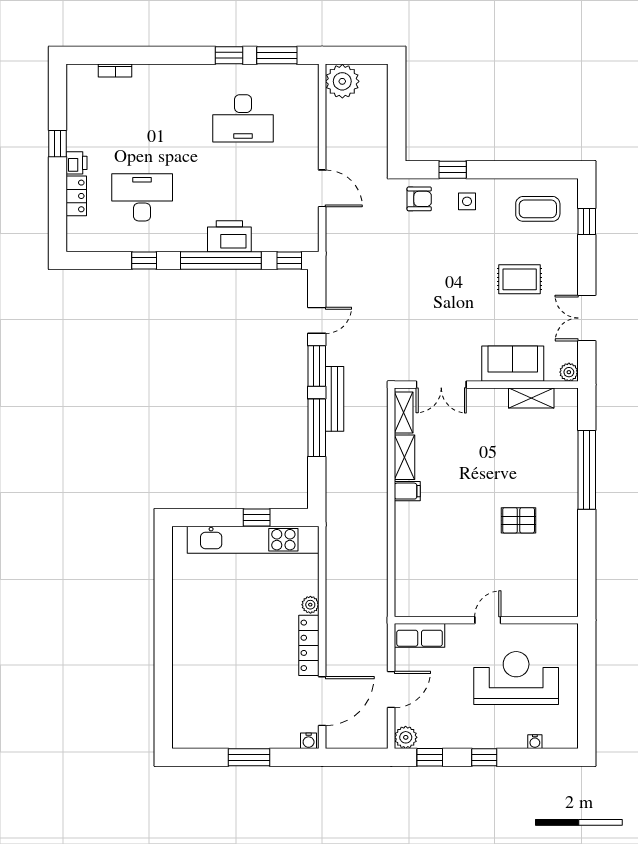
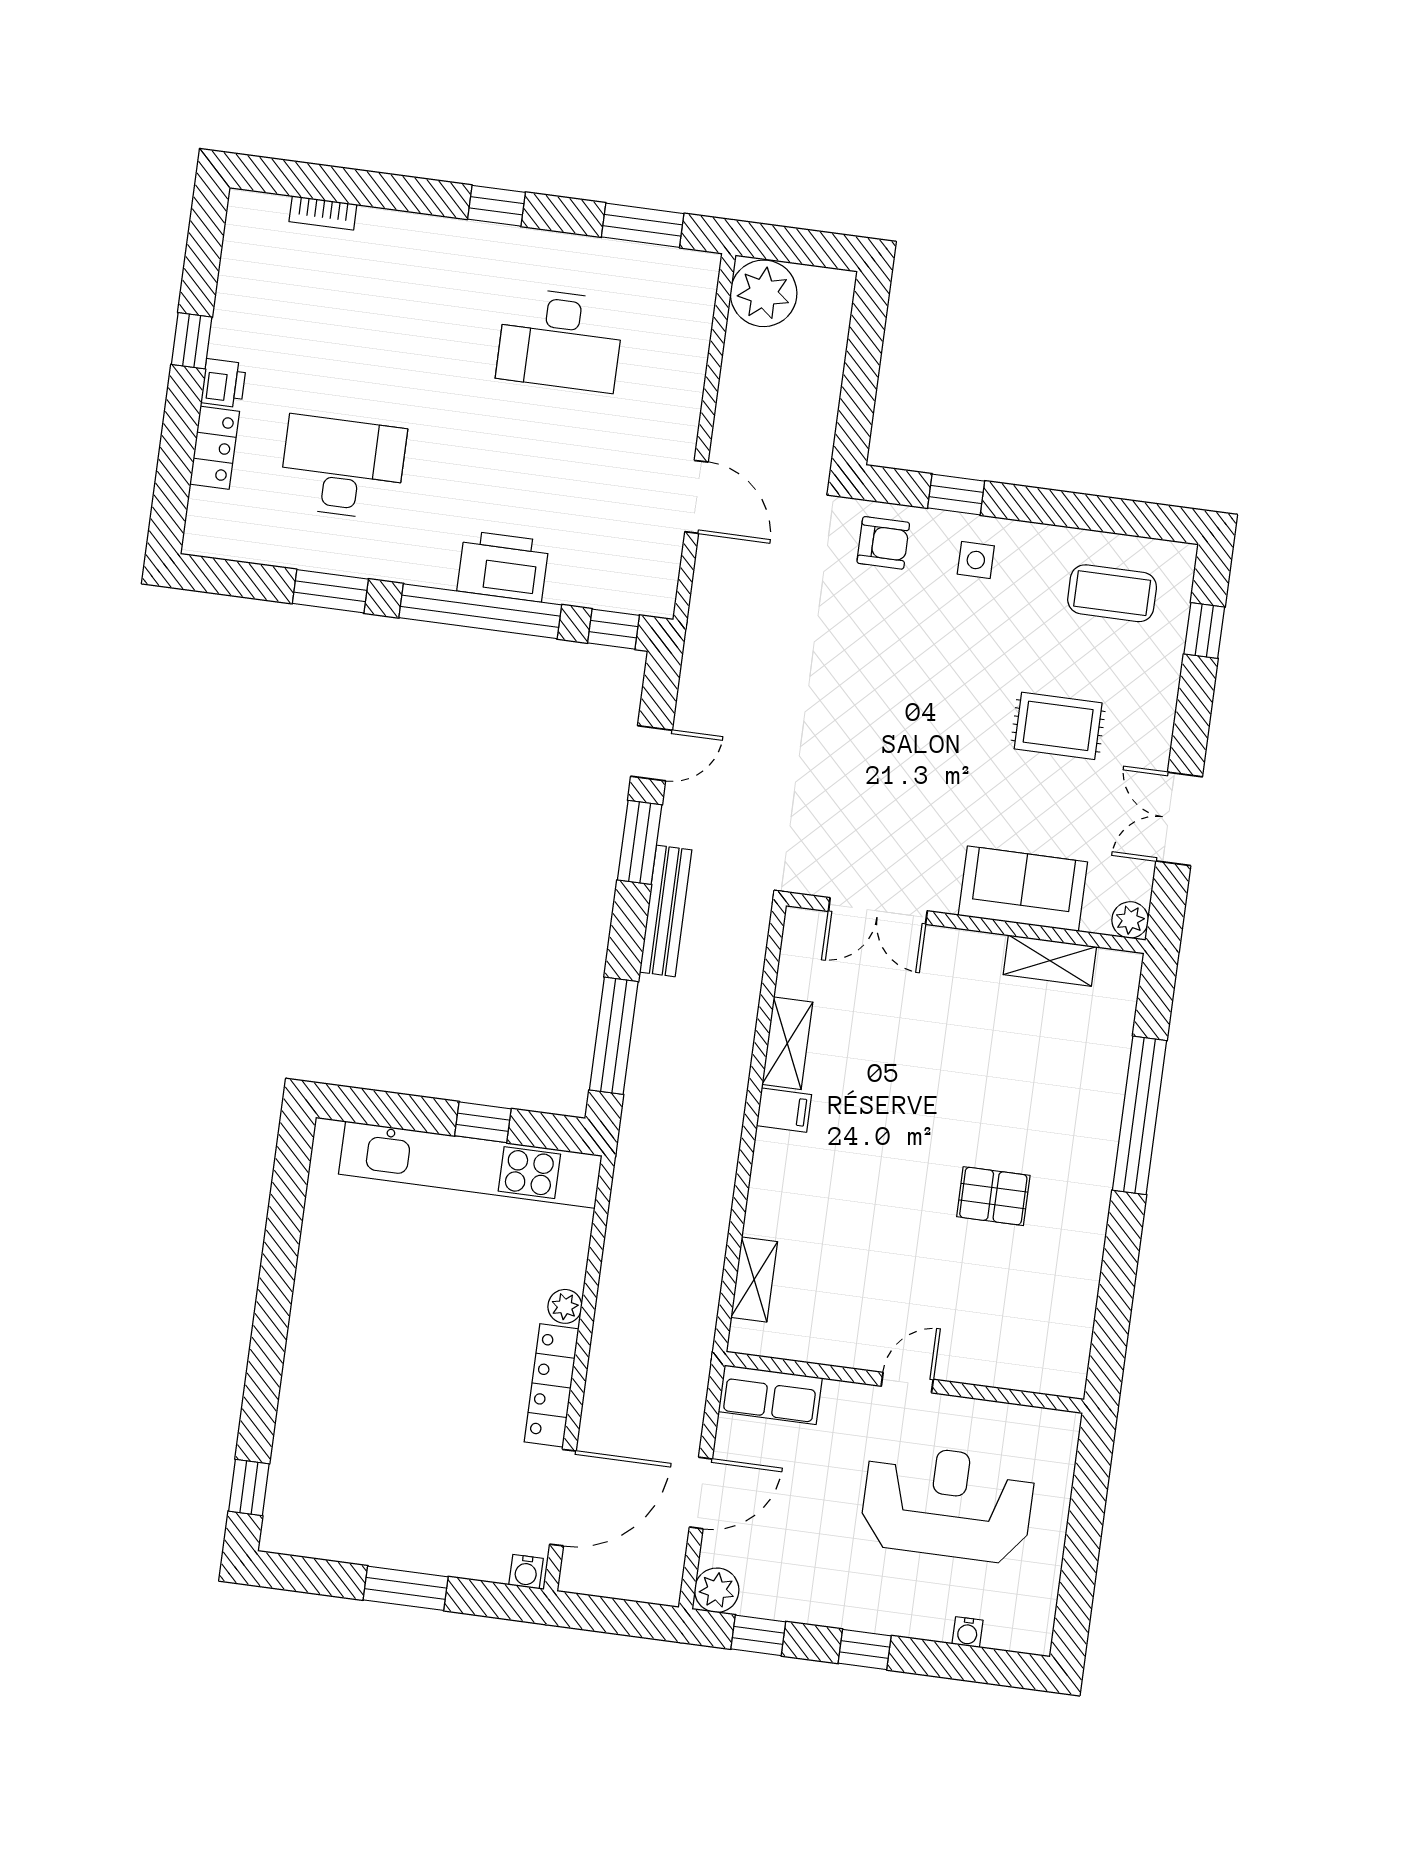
window: (229, 55) -> (496, 206), moved
window: (144, 260) -> (330, 591), width x1.50
shelving: (404, 413) -> (754, 1280), moved
window: (317, 428) -> (614, 1036), moved
window: (163, 717) -> (249, 1487), added

